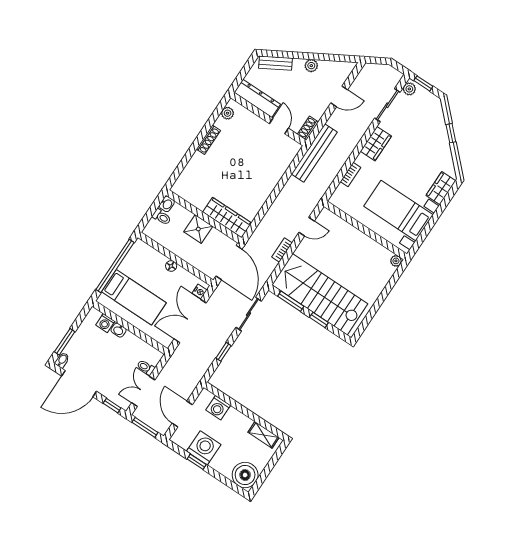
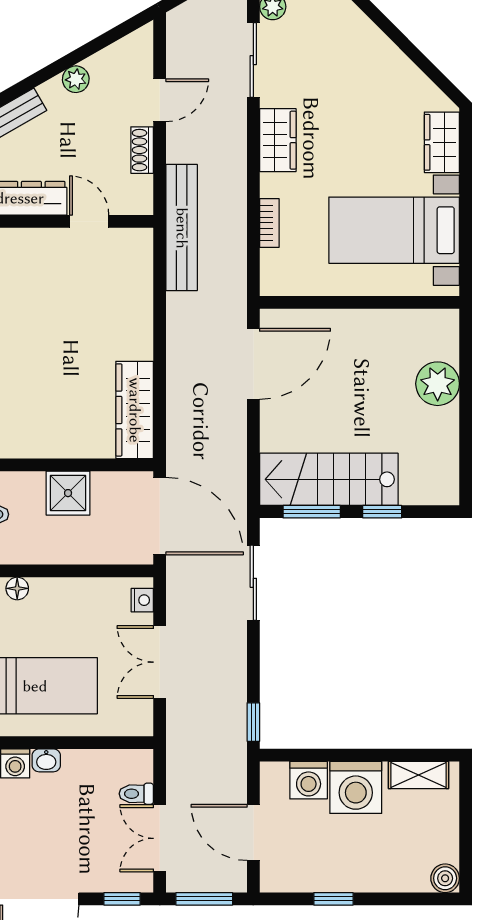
shoe rack: (308, 128) -> (142, 150), moved
window: (451, 133) -> (396, 36), removed
wardrobe: (227, 218) -> (135, 410), moved, turned -90
door: (307, 227) -> (253, 364), width x1.88
bookcase: (282, 250) -> (237, 433), removed
plant: (396, 261) -> (438, 384), moved, width x1.88, depth x1.88
floor lamp: (171, 266) -> (17, 588), moved
stairs: (320, 294) -> (329, 479), width x0.73, depth x0.66
double door: (190, 321) -> (160, 662), width x0.73
window: (223, 352) -> (253, 722), moved
washing machine: (204, 448) -> (356, 787), moved, turned 180
boiler: (245, 475) -> (445, 878), width x0.54, depth x0.54

